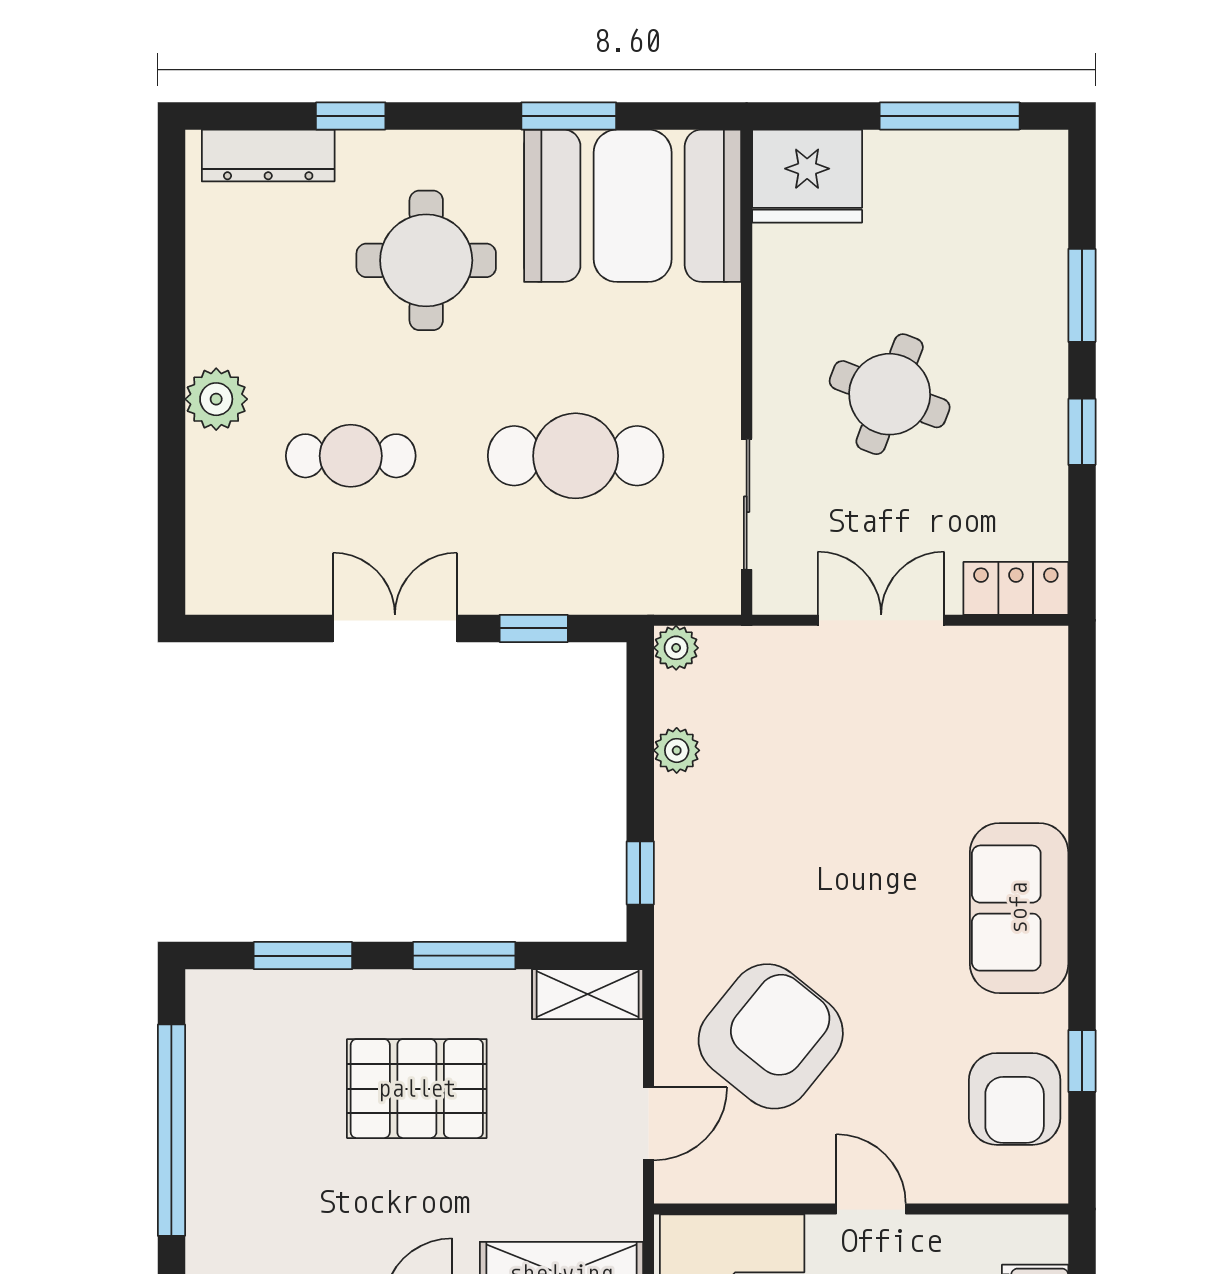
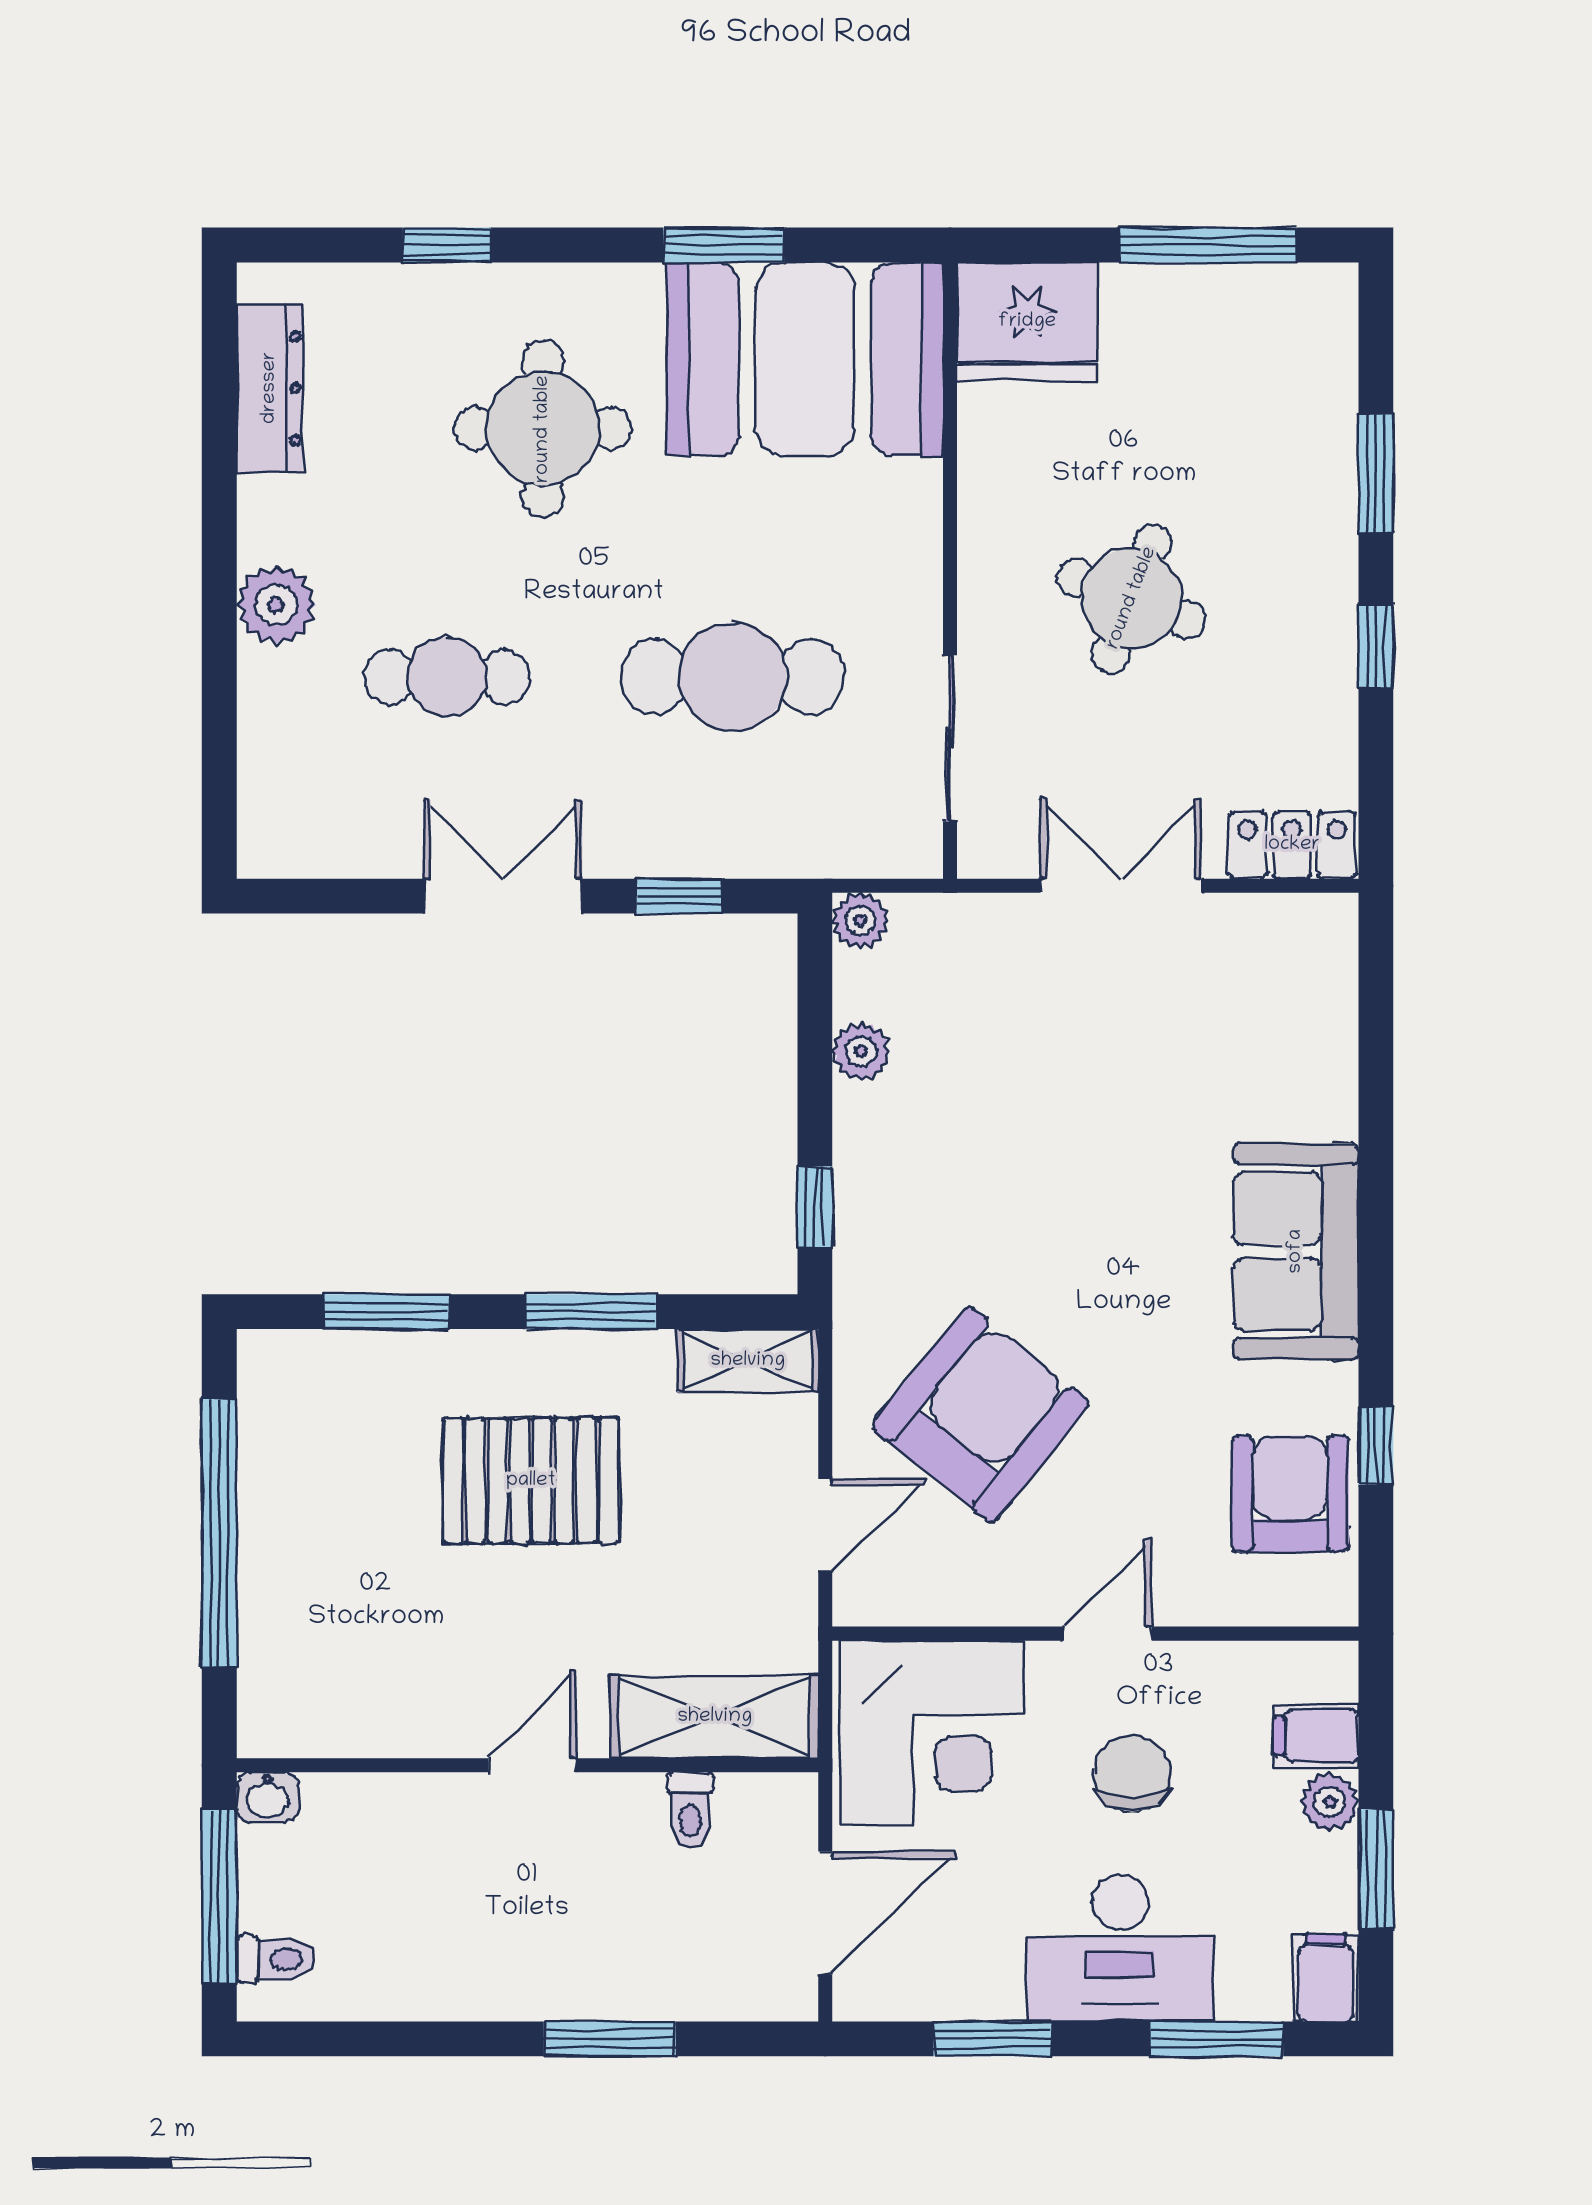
dresser: (268, 156) -> (270, 388), moved, turned -90
armchair: (1015, 1099) -> (1290, 1494), turned 180
door: (871, 1209) -> (1108, 1634), hinge flipped

